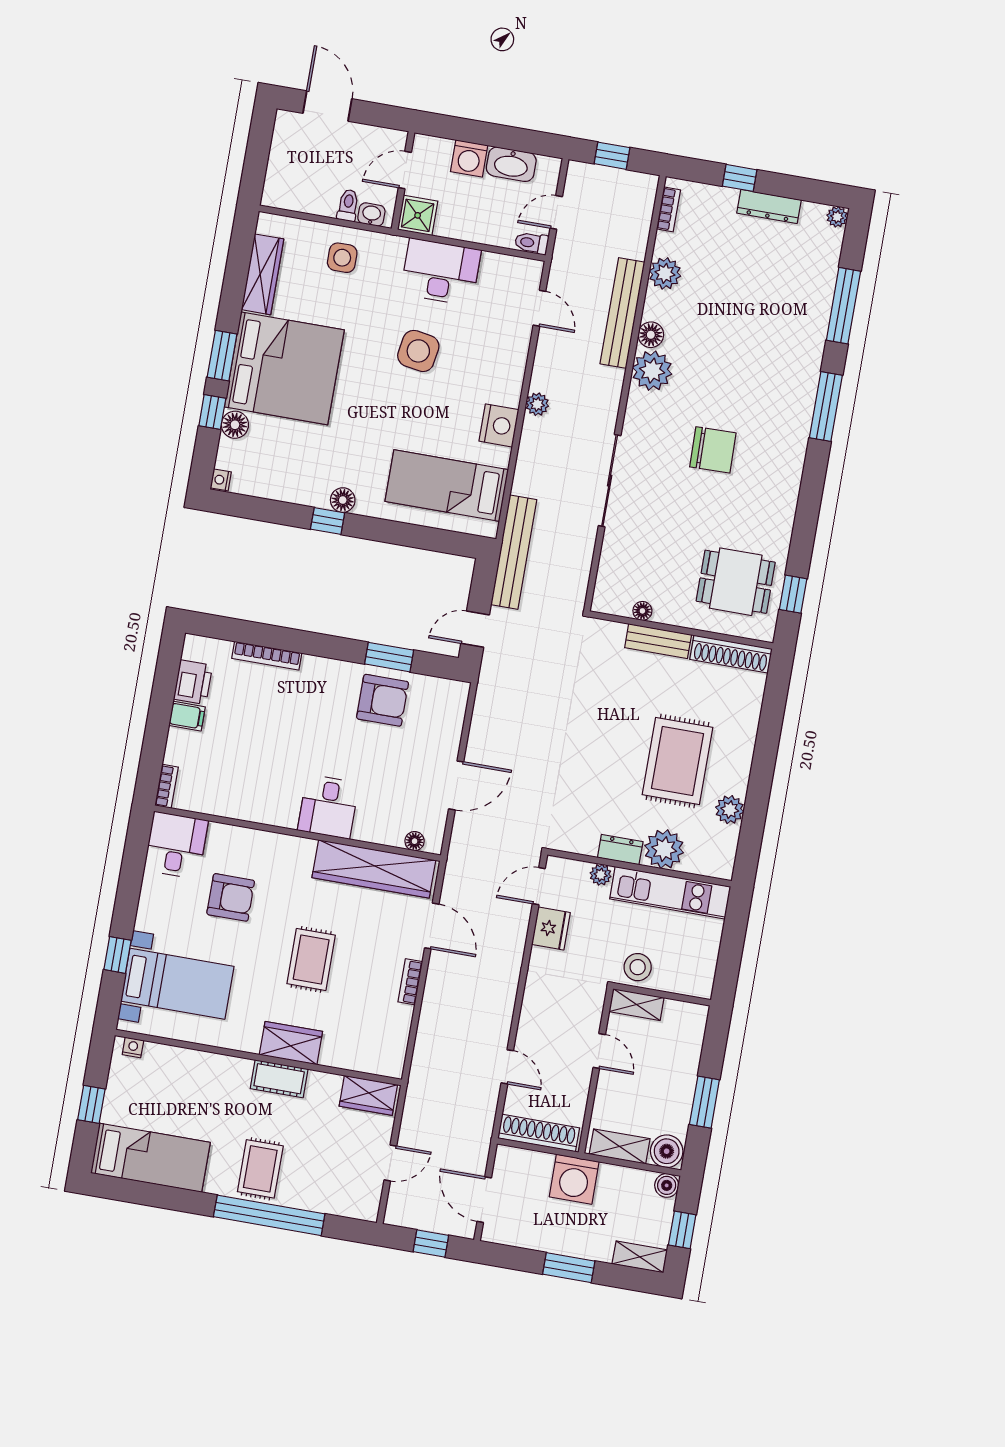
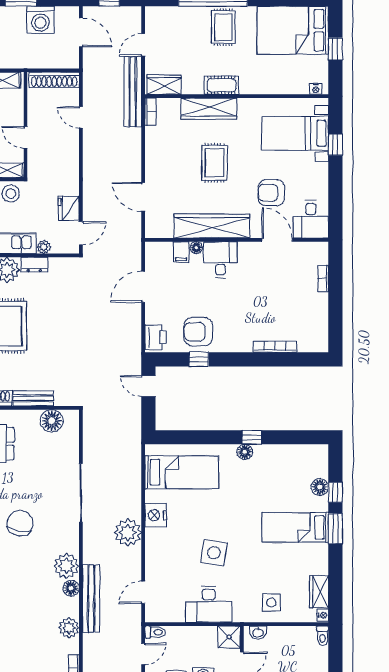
toilet: (348, 205) -> (322, 636), moved
wardrobe: (263, 274) -> (319, 592), width x0.67
door: (539, 308) -> (143, 592), hinge flipped
bed: (284, 368) -> (295, 527), width x0.49
plant: (537, 404) -> (128, 533), width x1.88, depth x1.88
chair: (713, 450) -> (20, 523), turned 101
nightstand: (221, 480) -> (323, 615), moved
bench: (514, 552) -> (133, 92), moved
floor lamp: (642, 611) -> (52, 421), width x1.89, depth x1.89
door: (475, 629) -> (148, 386), swing flipped
window: (389, 657) -> (199, 359), width x0.67
printer: (193, 682) -> (155, 337), moved, turned 180
filing cabinet: (187, 716) -> (181, 252), moved, turned -90
bookcase: (167, 786) -> (323, 278), moved
door: (234, 822) -> (277, 240), added
floor lamp: (415, 841) -> (196, 248), moved
wardrobe: (374, 869) -> (212, 226), moved
bookcase: (410, 982) -> (150, 112), moved
wardrobe: (291, 1043) -> (209, 109), width x1.50
bed: (150, 1158) -> (293, 30), width x1.50
washing machine: (574, 1179) -> (40, 20), moved, turned 180

